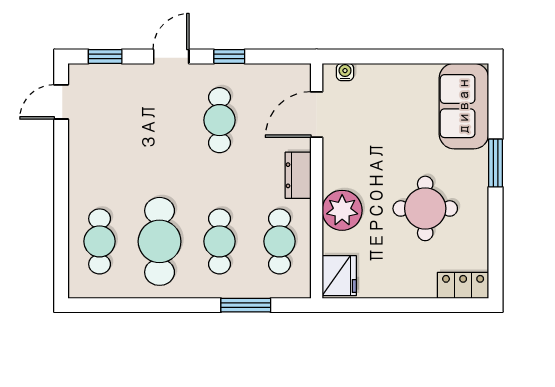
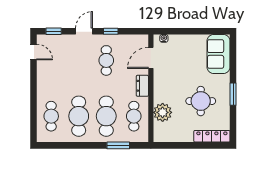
door: (61, 102) -> (34, 52), swing flipped
window: (496, 163) -> (233, 94), moved
plant: (342, 210) -> (163, 112), moved
cafe table: (220, 241) -> (106, 116), width x1.37, depth x1.35
fridge: (339, 276) -> (161, 132), removed
locker: (463, 285) -> (212, 136), width x1.53

